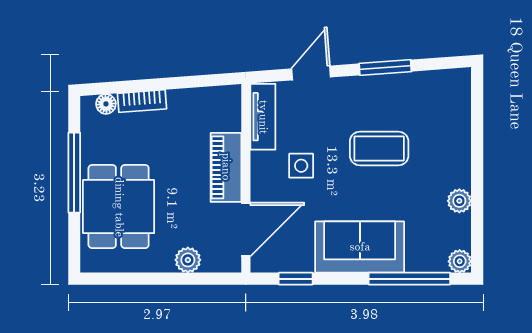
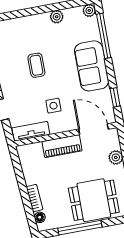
coffee table: (379, 149) -> (36, 65), width x0.73, depth x0.77

